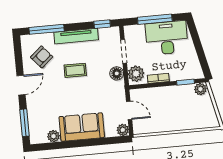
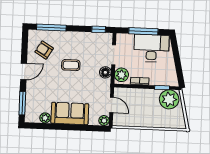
tv unit: (76, 36) -> (75, 36), removed
armchair: (42, 57) -> (44, 50), turned -108
plant: (200, 89) -> (169, 99), width x1.88, depth x1.88

